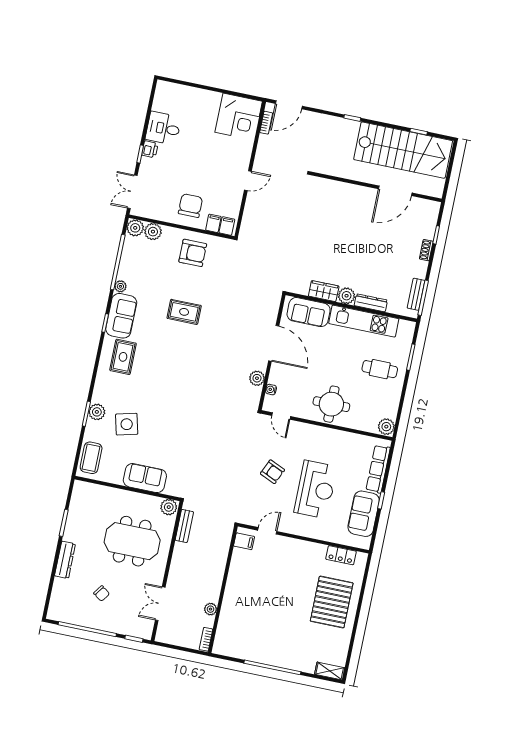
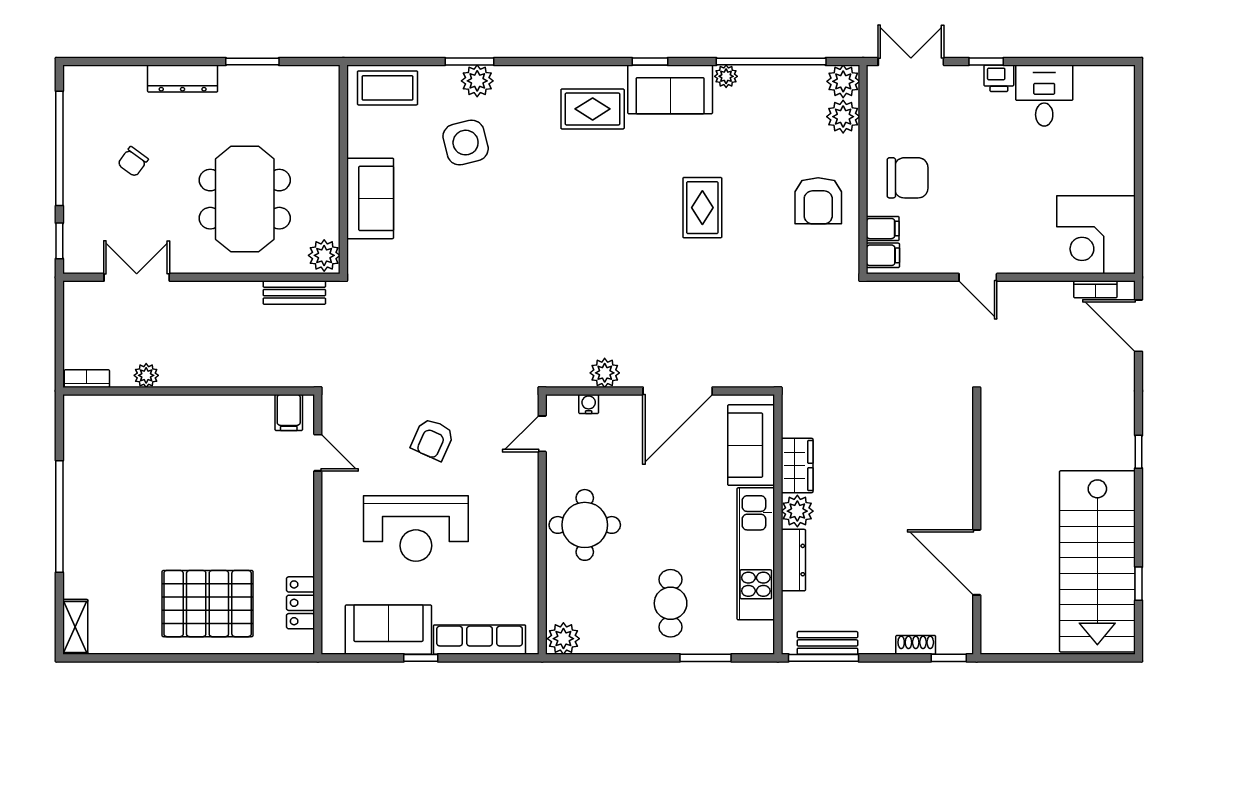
wall: (376, 187) -> (977, 524), moved
door: (395, 191) -> (977, 562), moved

